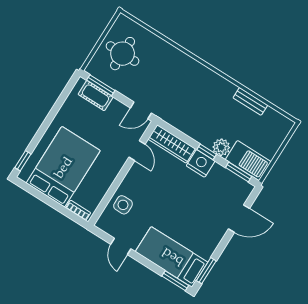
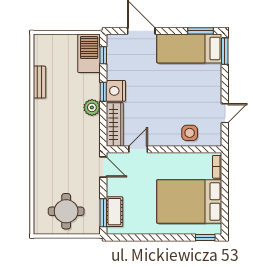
plant: (221, 147) -> (92, 107), moved
window: (239, 172) -> (103, 55), width x0.67
bed: (172, 257) -> (189, 49), moved, turned 90

